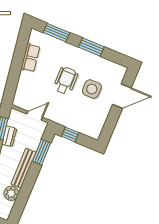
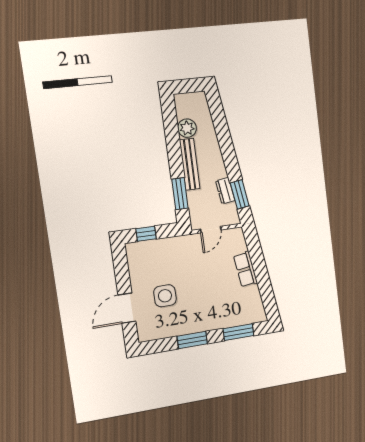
row of seats: (30, 58) -> (245, 269), moved
wheelchair: (66, 81) -> (199, 288), removed
window: (70, 134) -> (146, 234), moved

